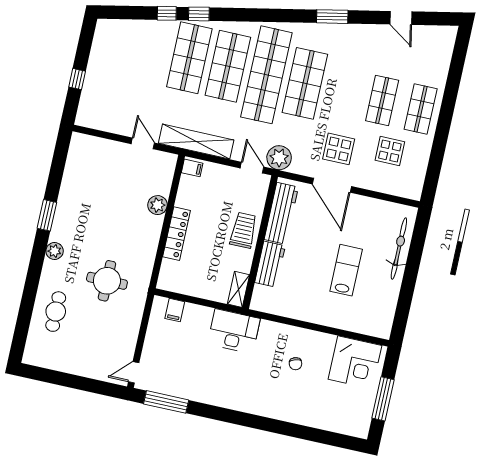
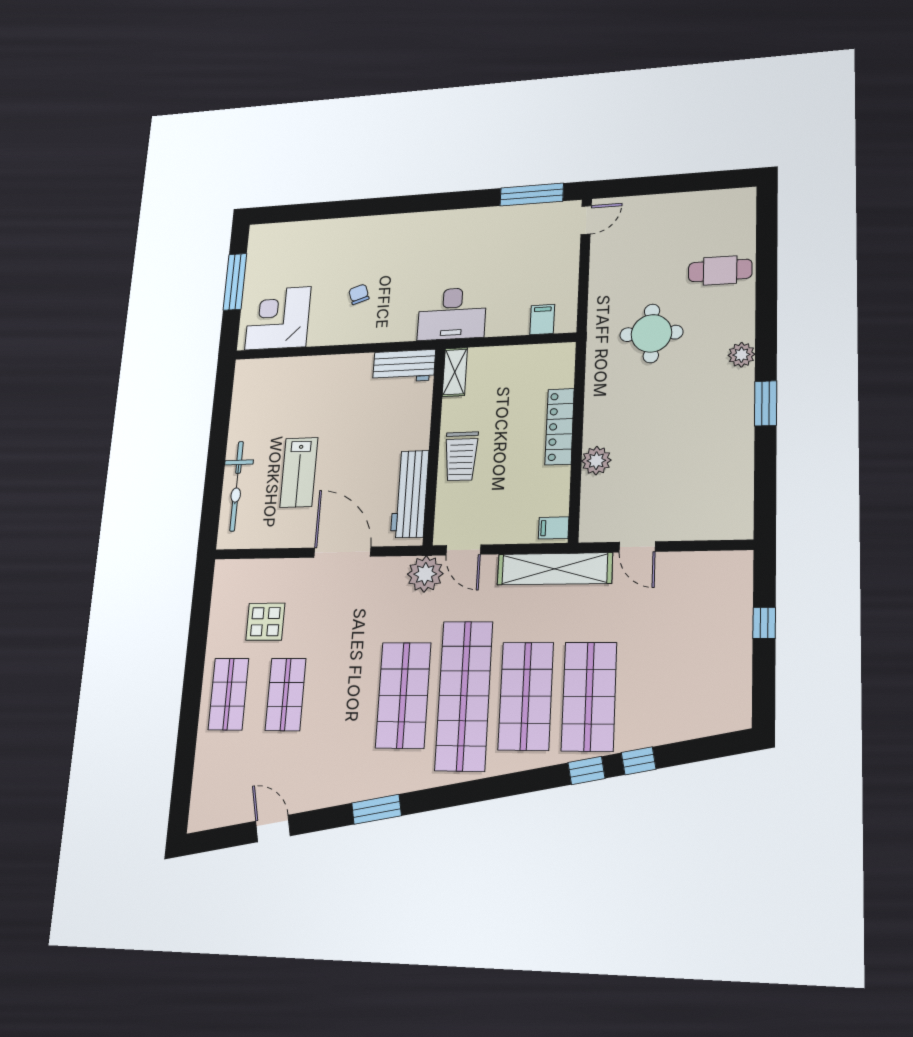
display table: (339, 149) -> (339, 607), removed
workbench: (270, 264) -> (404, 366), moved, turned -90
lab bench: (346, 270) -> (299, 472), moved
cafe table: (56, 312) -> (720, 270), turned 90

